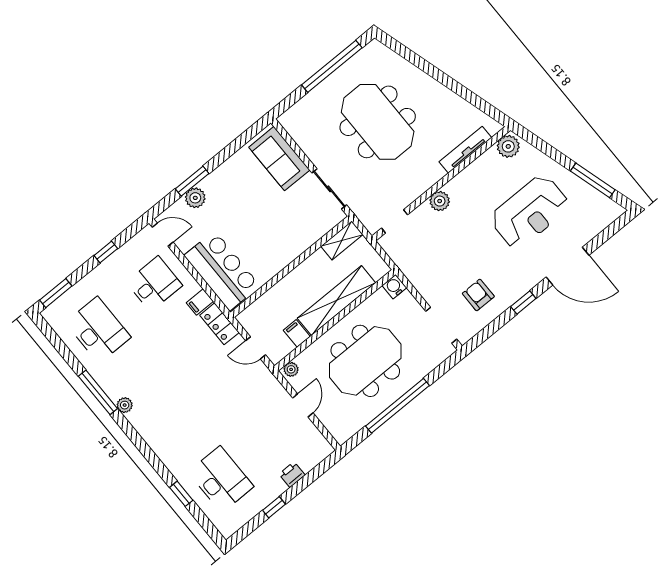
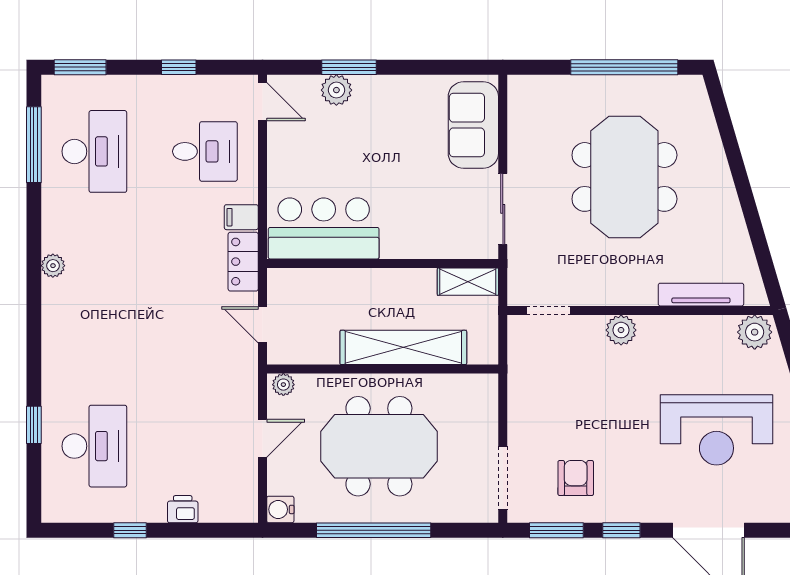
bar counter: (222, 271) -> (324, 228), moved, turned -90
water cooler: (394, 287) -> (280, 509), moved, turned -90
window: (490, 330) -> (556, 530), added
filing cabinet: (297, 333) -> (325, 348), removed
window: (98, 392) -> (34, 145), moved

